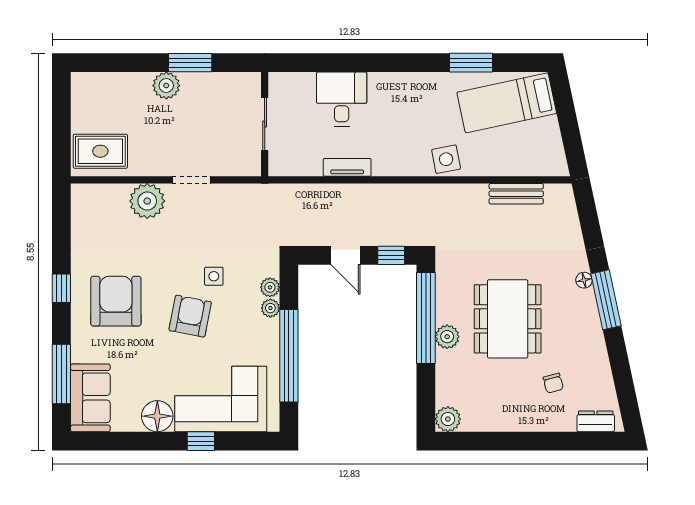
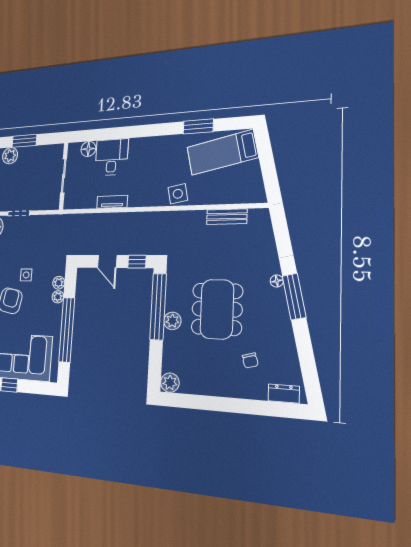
floor lamp: (303, 84) -> (88, 149), added

